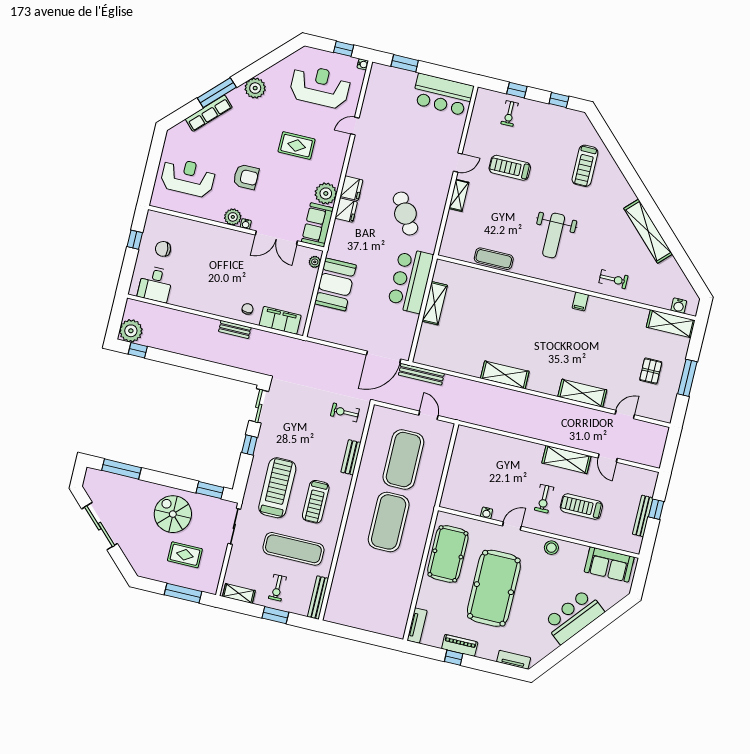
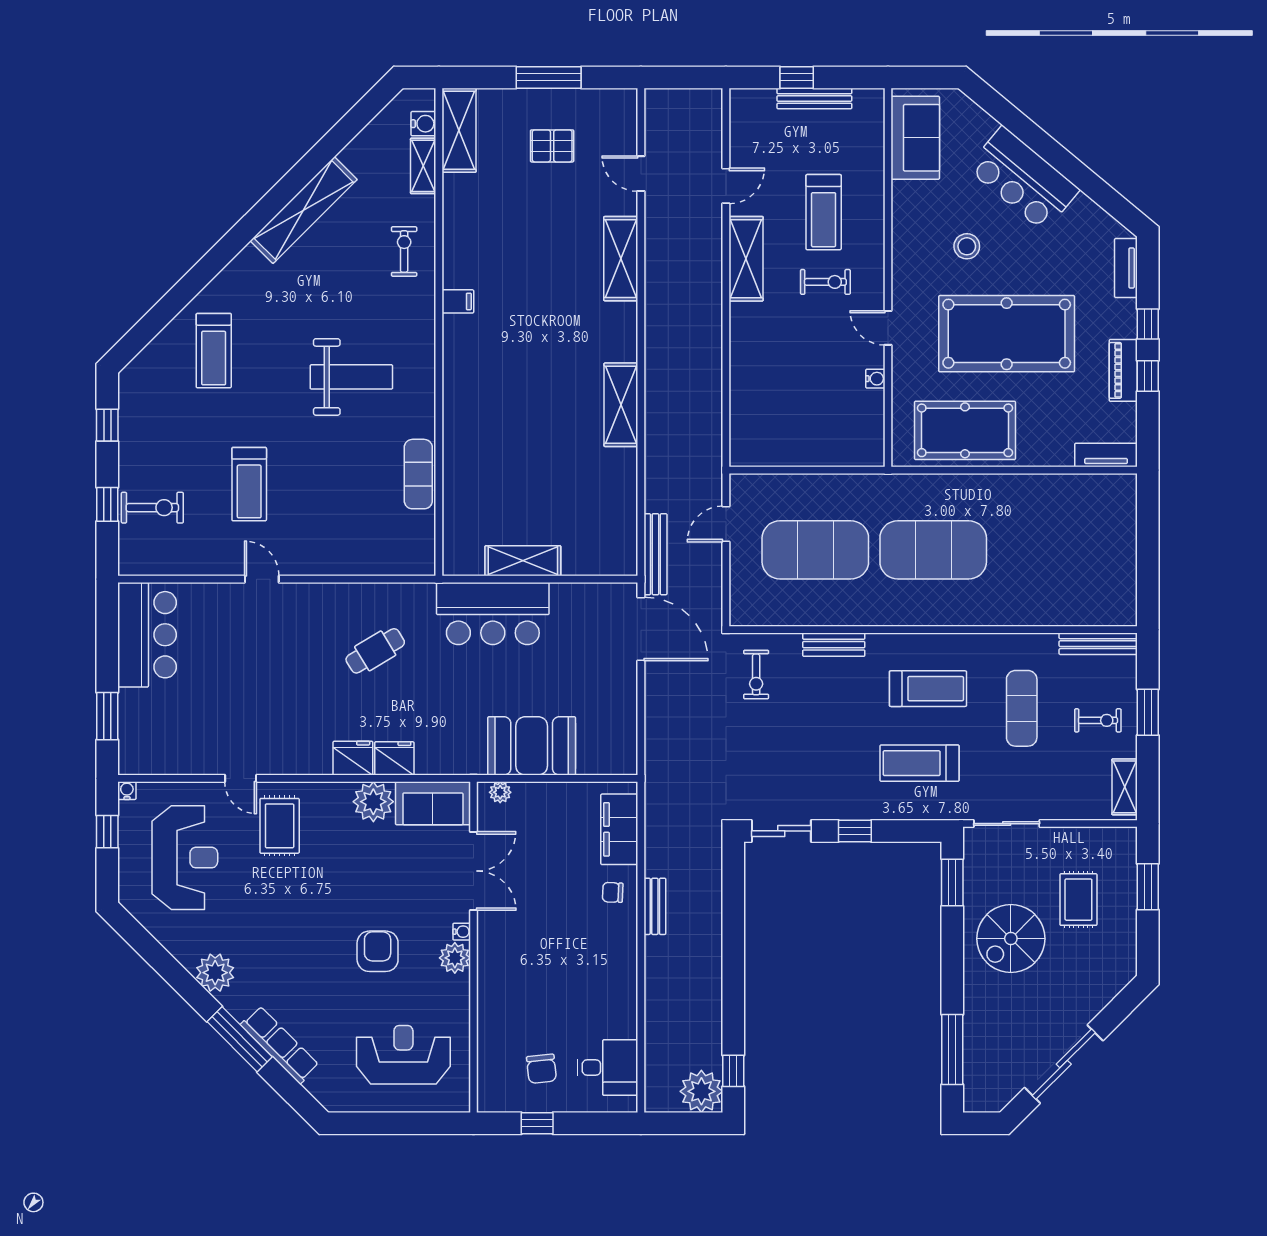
reception desk: (320, 87) -> (185, 858), turned 180
exercise bike: (510, 114) -> (152, 508), width x1.38, depth x1.39
rug: (297, 146) -> (280, 826), moved
treadmill: (585, 166) -> (214, 351), turned 90
reception desk: (188, 177) -> (403, 1055), turned 90
shelving: (459, 195) -> (423, 166), moved, turned 90
cafe table: (405, 214) -> (375, 651), width x0.73, depth x0.74
treadmill: (277, 488) -> (919, 763), width x0.73, depth x0.73
stool: (551, 548) -> (967, 246), moved
exercise mat: (293, 549) -> (1022, 708), width x0.73, depth x0.69
window: (183, 593) -> (1148, 887), width x0.69
window: (481, 664) -> (1148, 324), added

